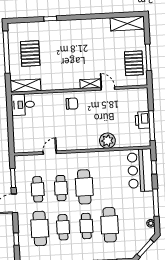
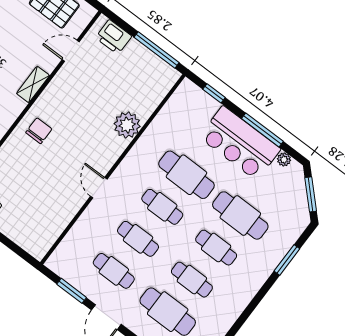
door: (108, 88) -> (71, 51), moved
printer: (142, 120) -> (114, 37), moved
door: (50, 153) -> (99, 188), moved
bar counter: (140, 170) -> (240, 143), moved
cafe table: (108, 186) -> (186, 175), added
cafe table: (84, 187) -> (162, 207), width x0.73, depth x0.74

